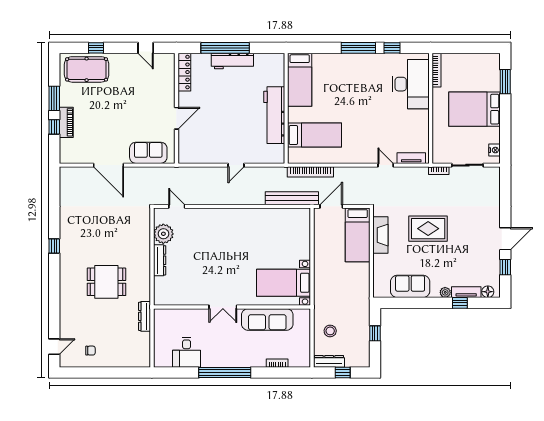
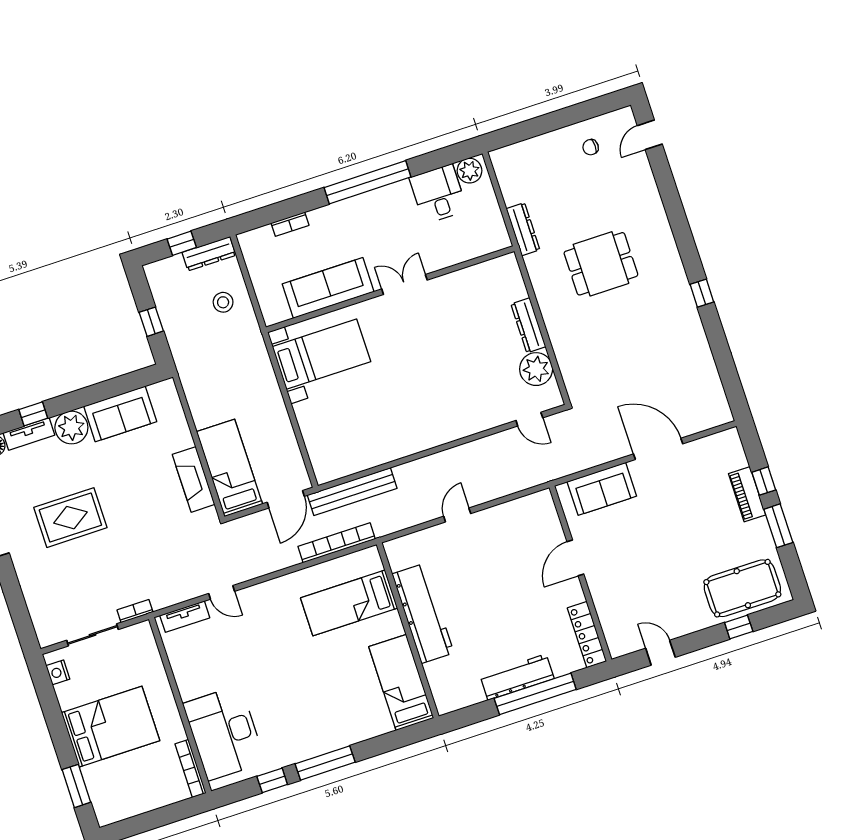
rug: (428, 229) -> (70, 518), moved
plant: (445, 292) -> (71, 428), width x1.87, depth x1.87
plant: (164, 360) -> (470, 171), added

